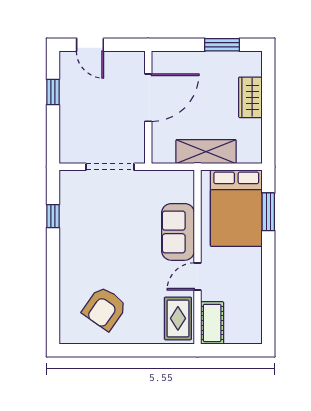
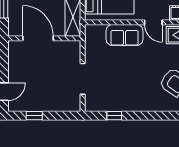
door: (148, 98) -> (38, 38), moved
wall: (148, 107) -> (44, 38), moved

